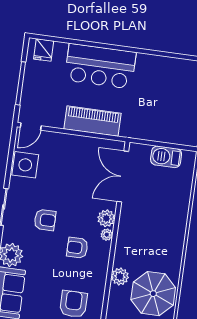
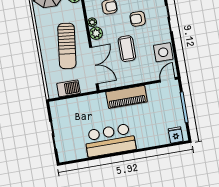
bar counter: (100, 66) -> (110, 140), moved
coffee table: (72, 185) -> (127, 49), added
sun lounger: (150, 214) -> (67, 46), added

